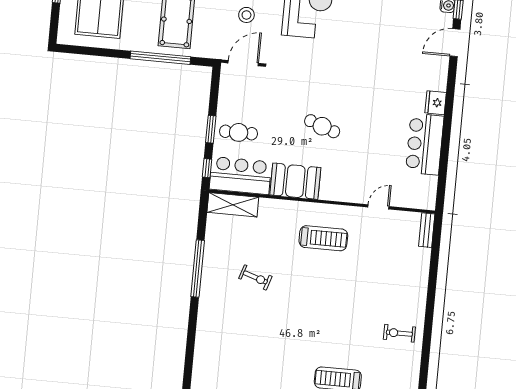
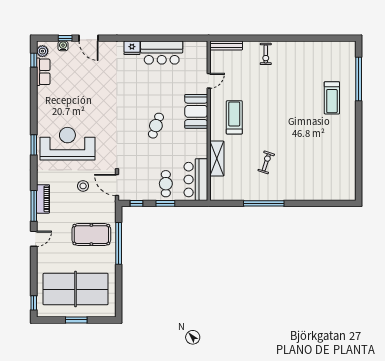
window: (207, 168) -> (136, 203), moved
booth: (295, 181) -> (196, 111), moved
shelving: (233, 205) -> (217, 159), moved
door: (378, 207) -> (209, 81), swing flipped
bench: (427, 230) -> (226, 46), width x1.36
exercise bike: (399, 333) -> (266, 54), moved

